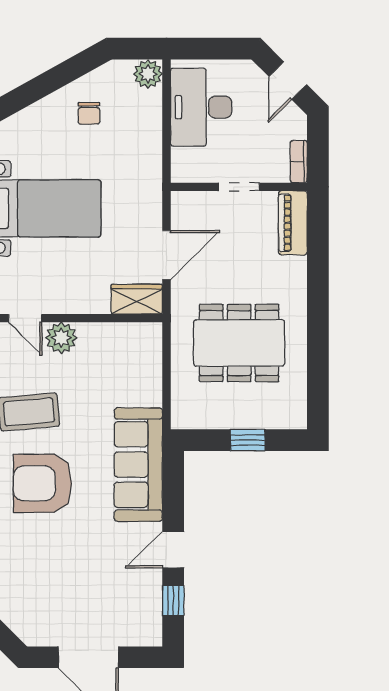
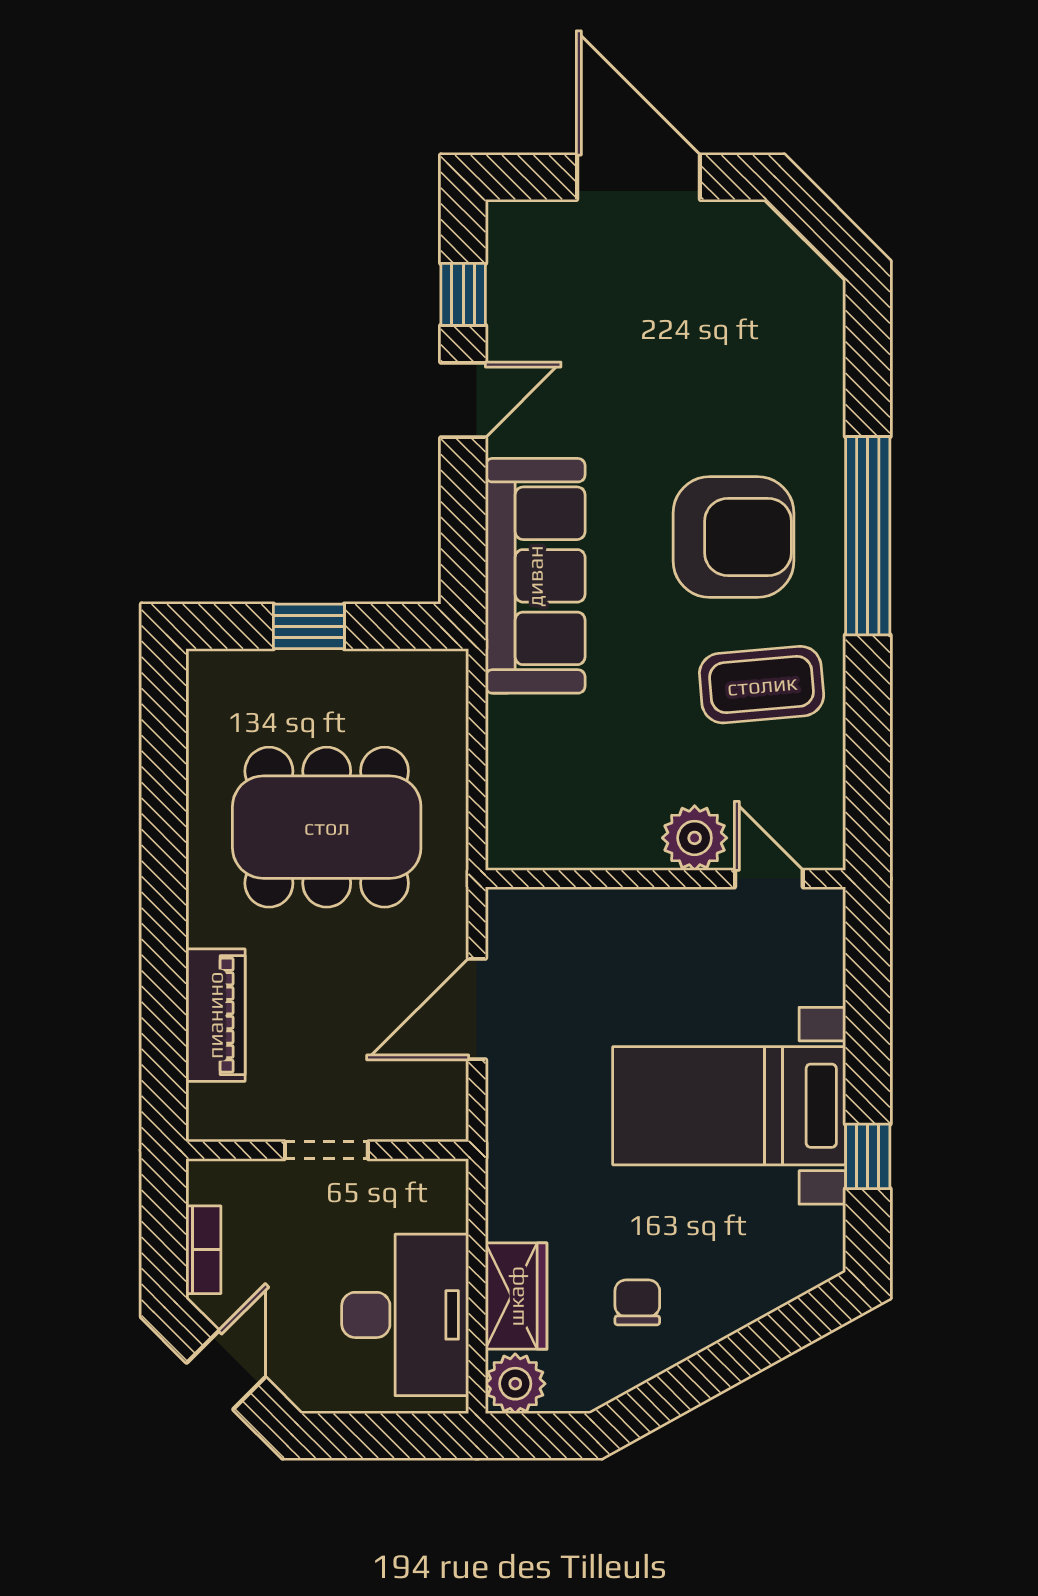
bookcase: (299, 162) -> (203, 1250), moved
piano: (293, 223) -> (215, 1015), moved
wardrobe: (137, 299) -> (516, 1296), moved, turned -90

